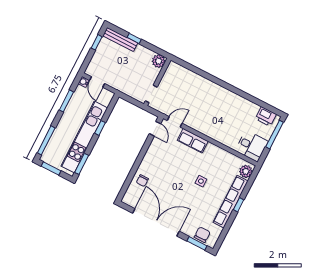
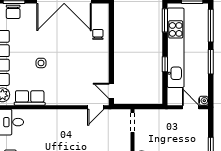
window: (66, 101) -> (211, 62), moved
row of seats: (193, 141) -> (30, 98), moved

